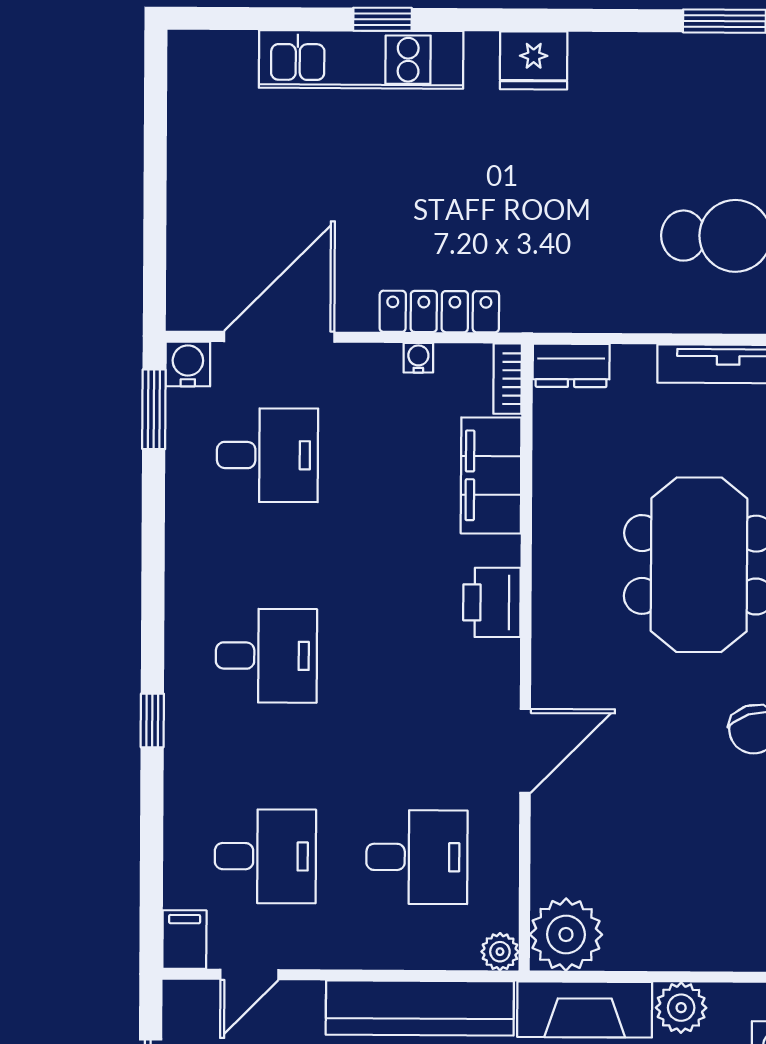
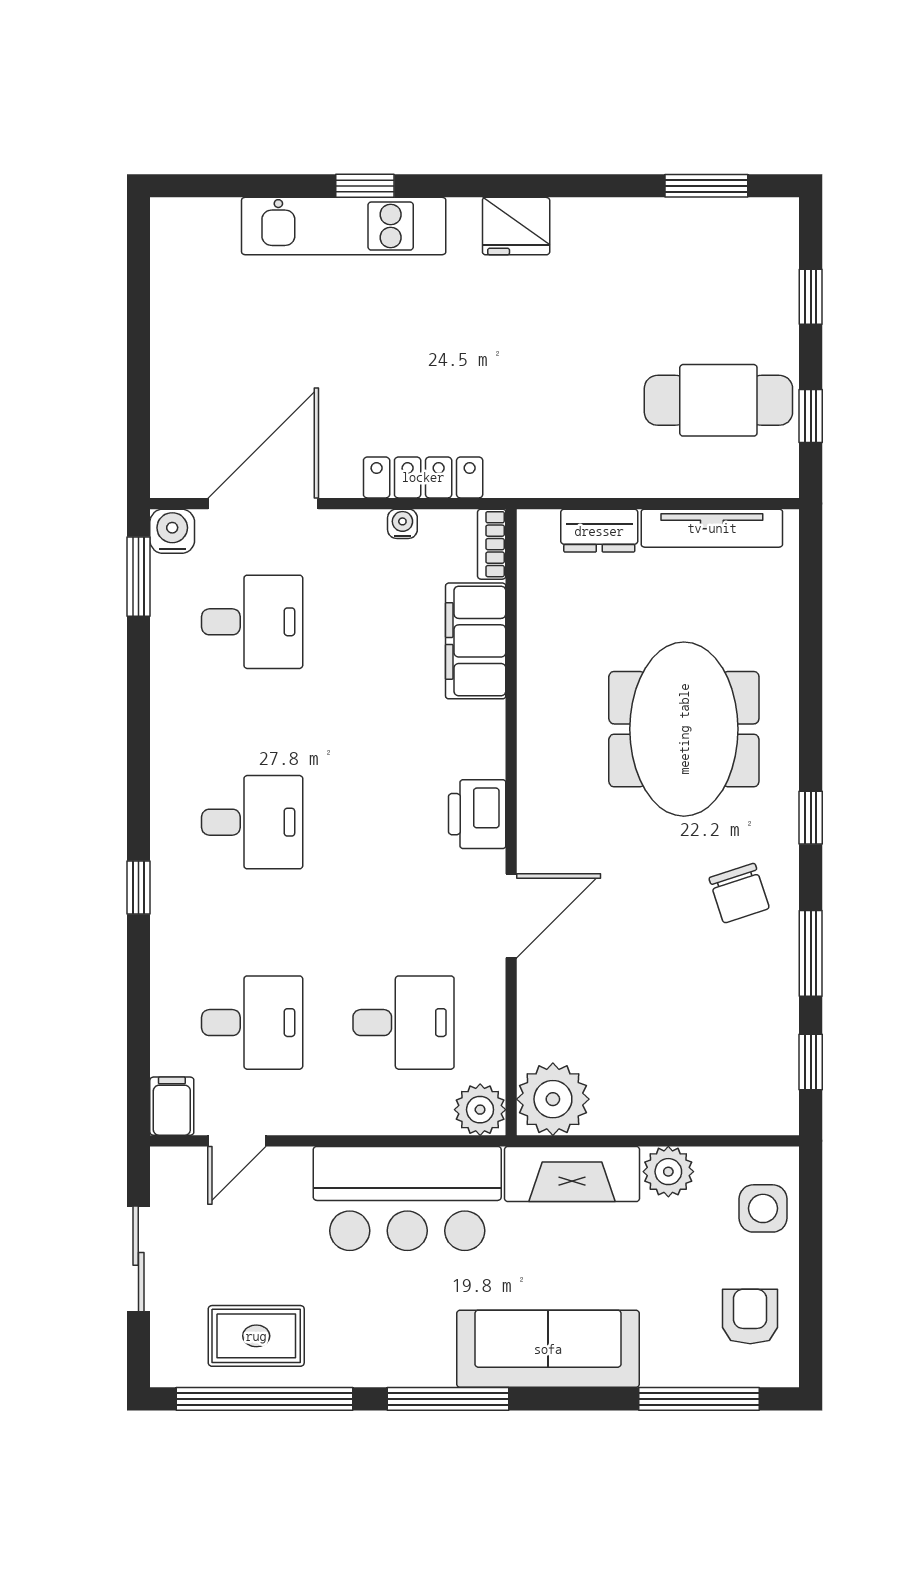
dresser: (571, 365) -> (599, 531), moved
printer: (492, 602) -> (477, 814), moved
plant: (500, 952) -> (480, 1110), width x1.38, depth x1.38

